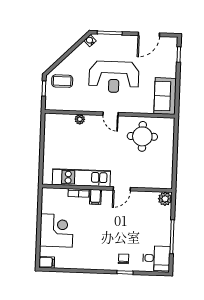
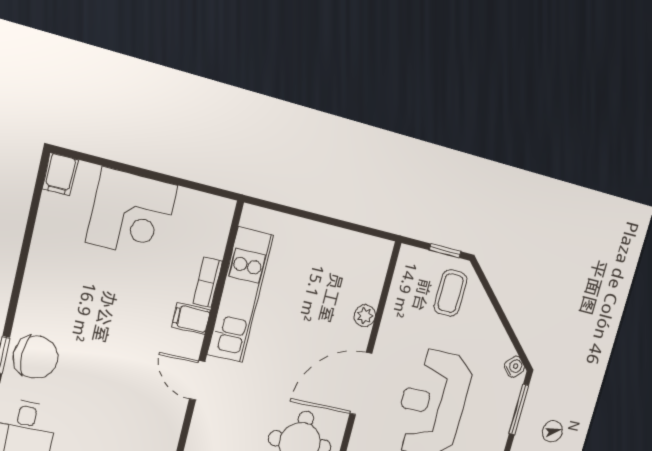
door: (111, 114) -> (361, 384), width x1.88
chair: (124, 259) -> (36, 357), width x1.87, depth x1.87

